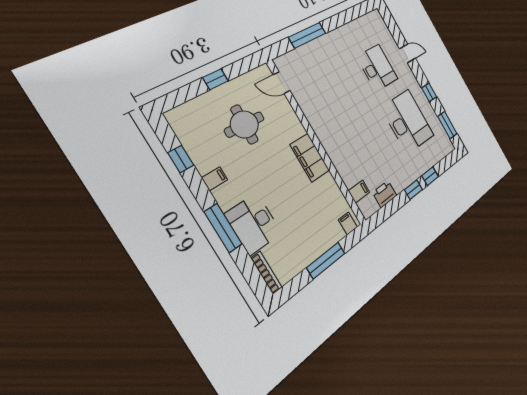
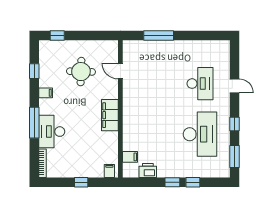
window: (215, 79) -> (57, 36), moved
door: (282, 83) -> (120, 71), moved
window: (326, 260) -> (81, 182), width x0.46

